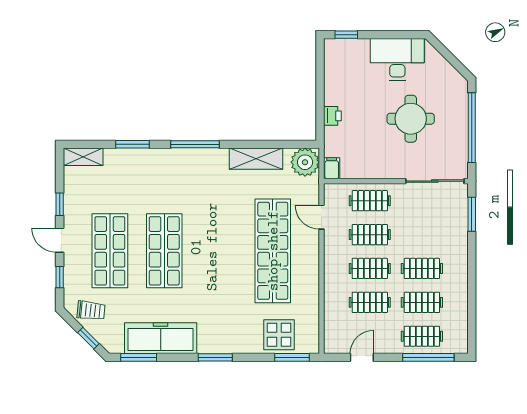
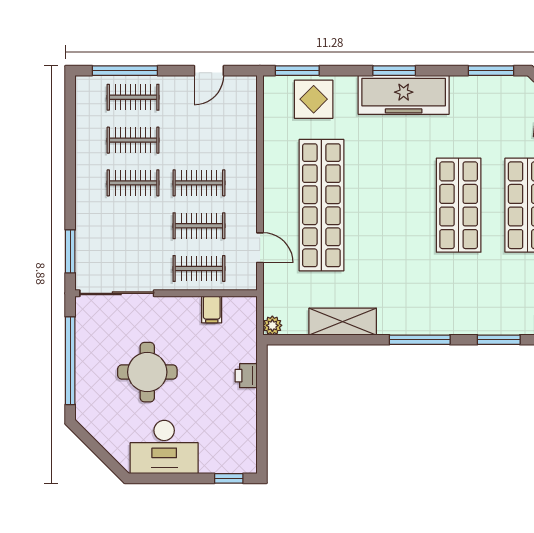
plant: (305, 162) -> (272, 325), width x0.53, depth x0.53
filing cabinet: (332, 168) -> (212, 309), moved
clothes rail: (370, 302) -> (199, 140), removed
freezer: (161, 338) -> (404, 95), moved

